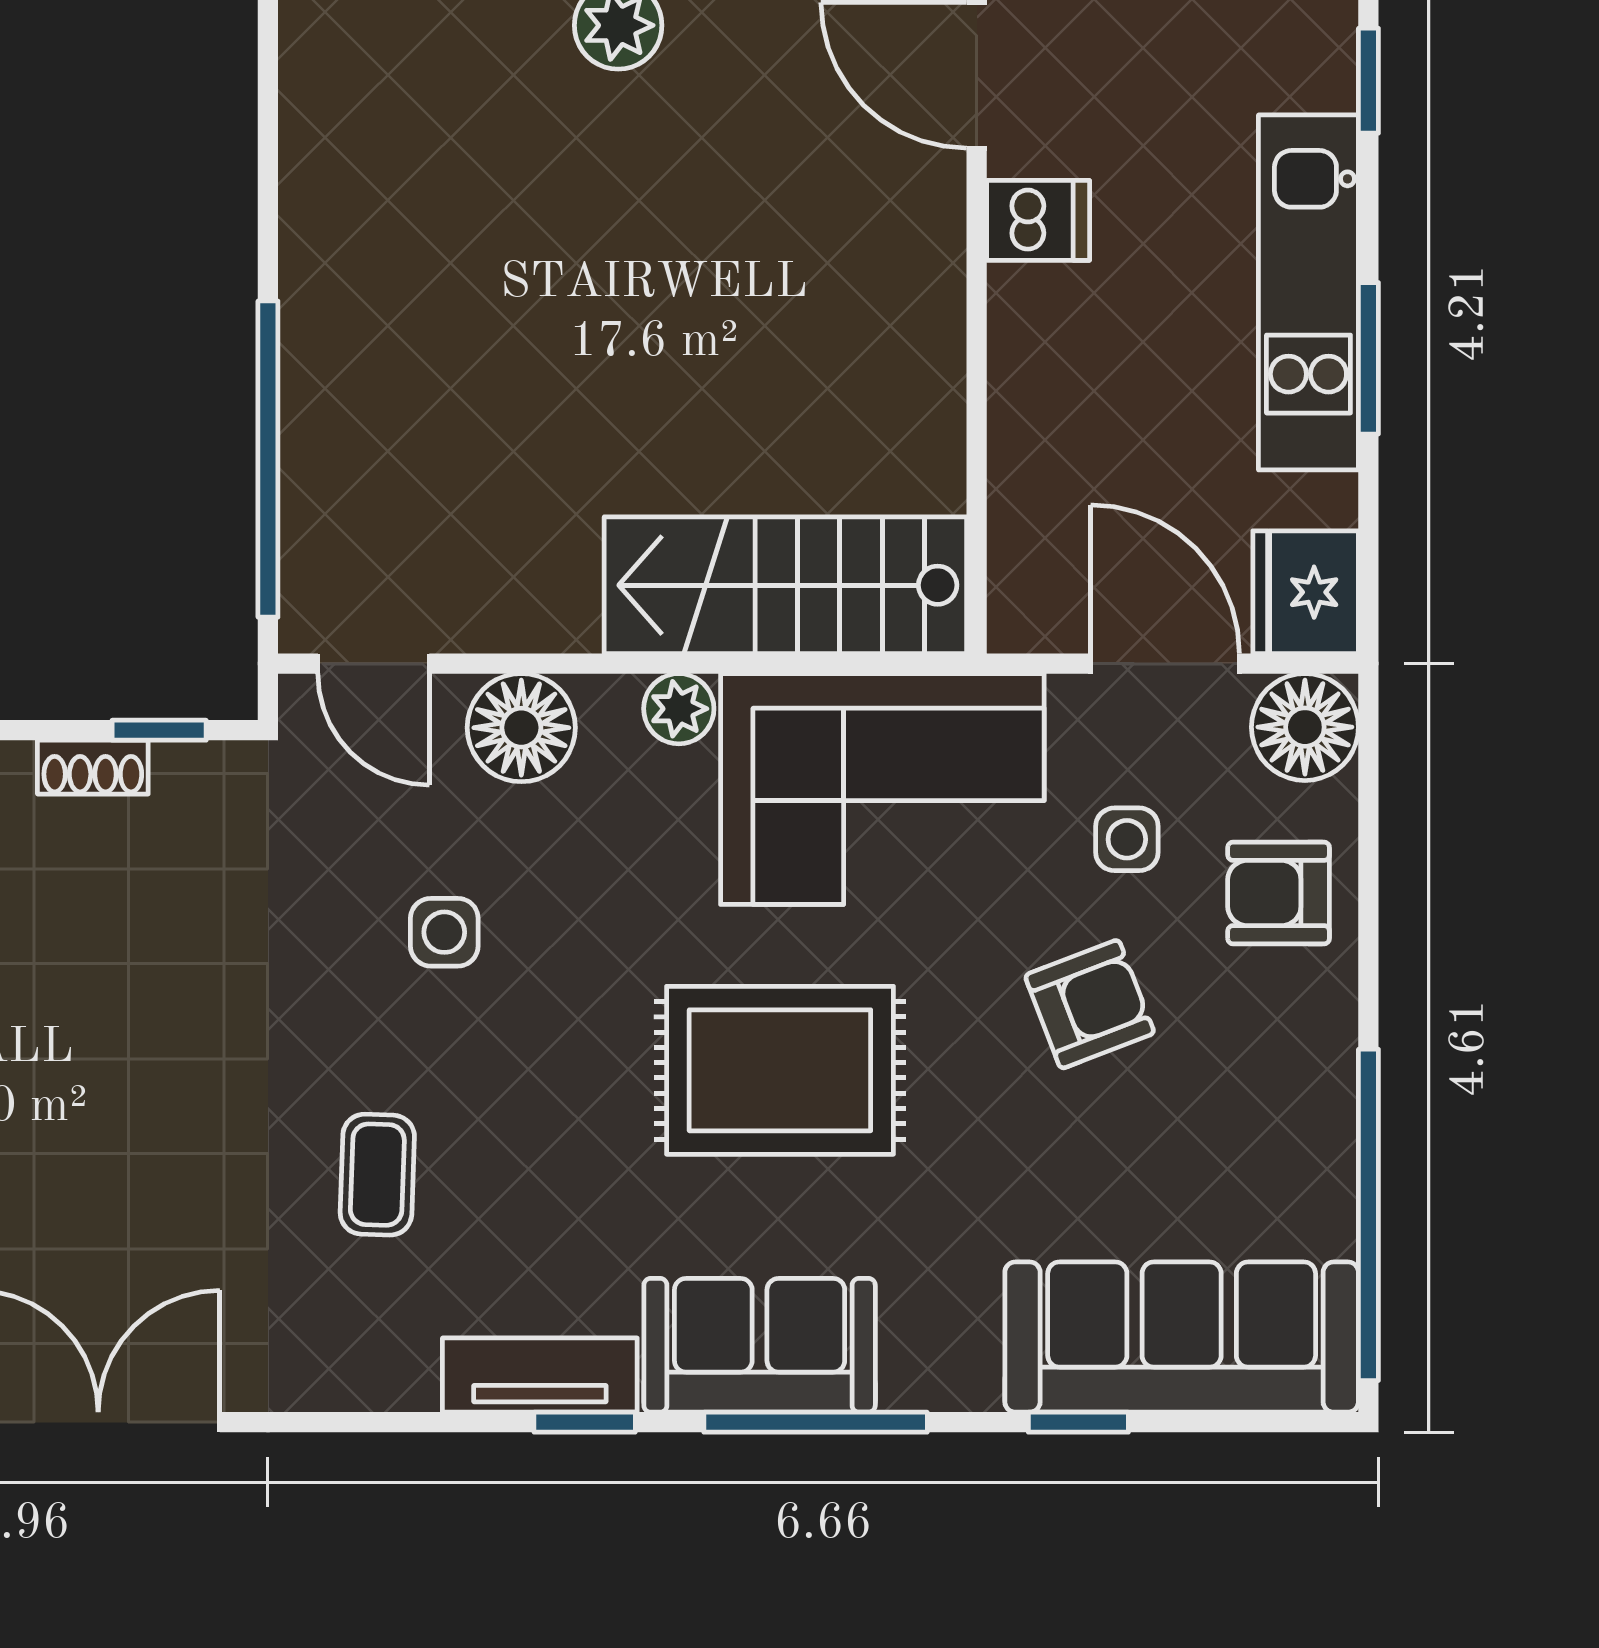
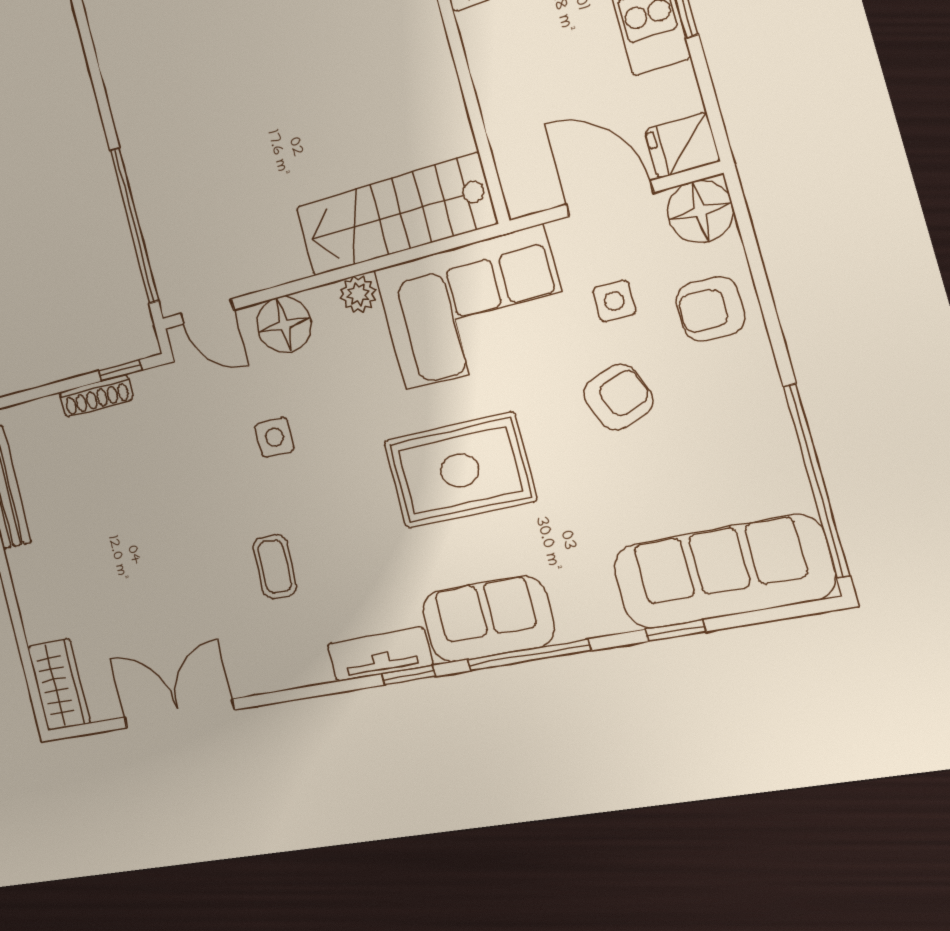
fridge: (1306, 592) -> (682, 145), width x0.72
shoe rack: (93, 767) -> (96, 396), width x1.43

